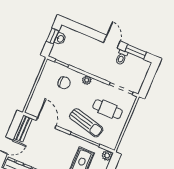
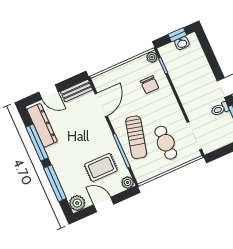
plant: (87, 80) -> (152, 57), moved

